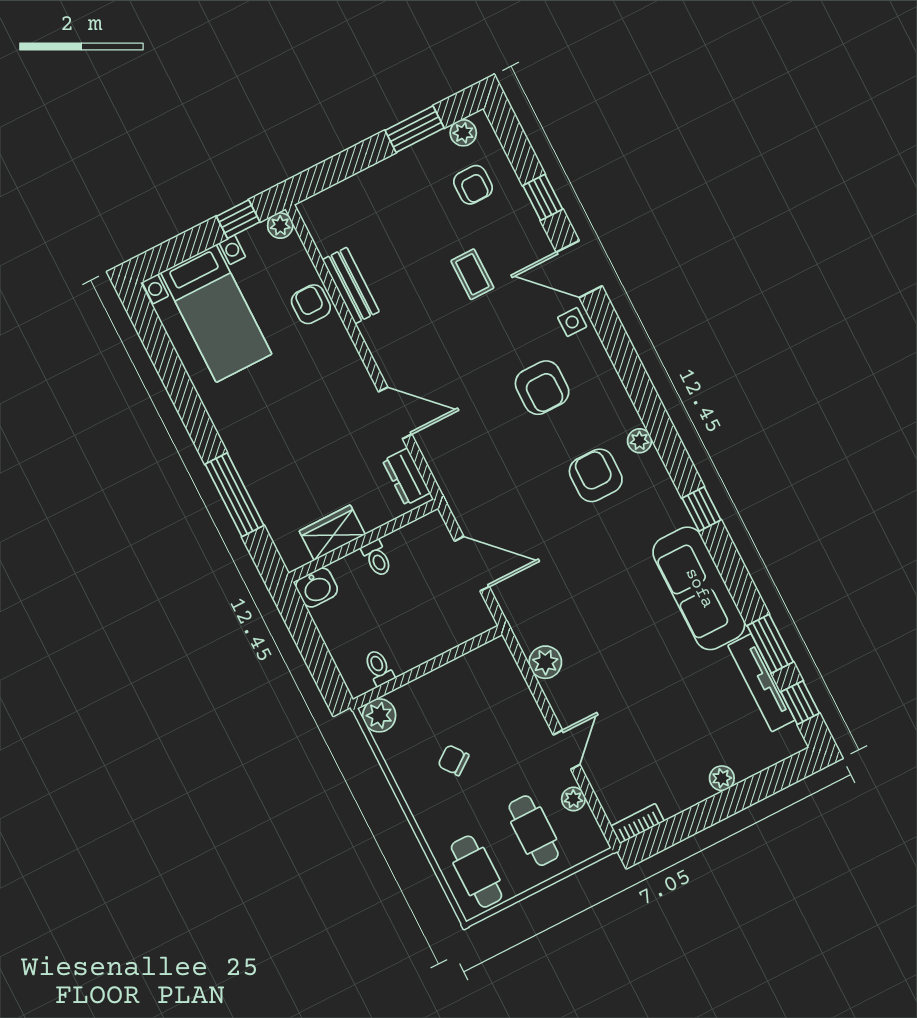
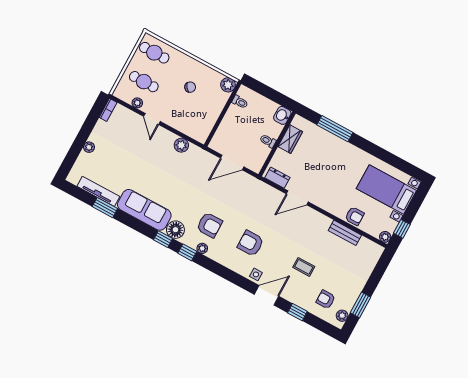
floor lamp: (666, 511) -> (175, 230), added
window: (800, 703) -> (187, 252), moved

